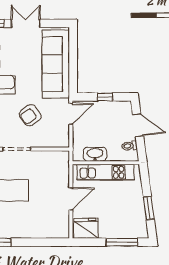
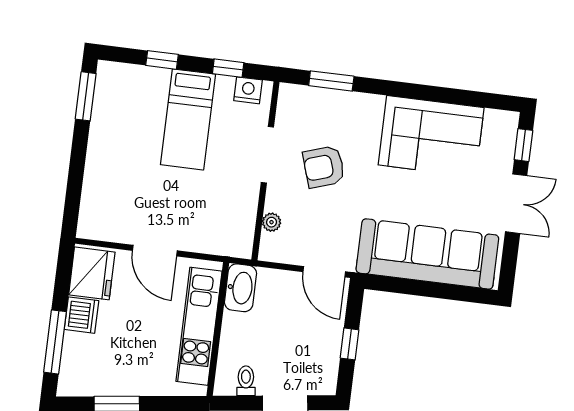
armchair: (30, 115) -> (324, 167), moved, turned -72
plant: (50, 143) -> (272, 222), added
washbasin: (95, 154) -> (240, 288), moved
dishwasher: (107, 231) -> (81, 315), added

